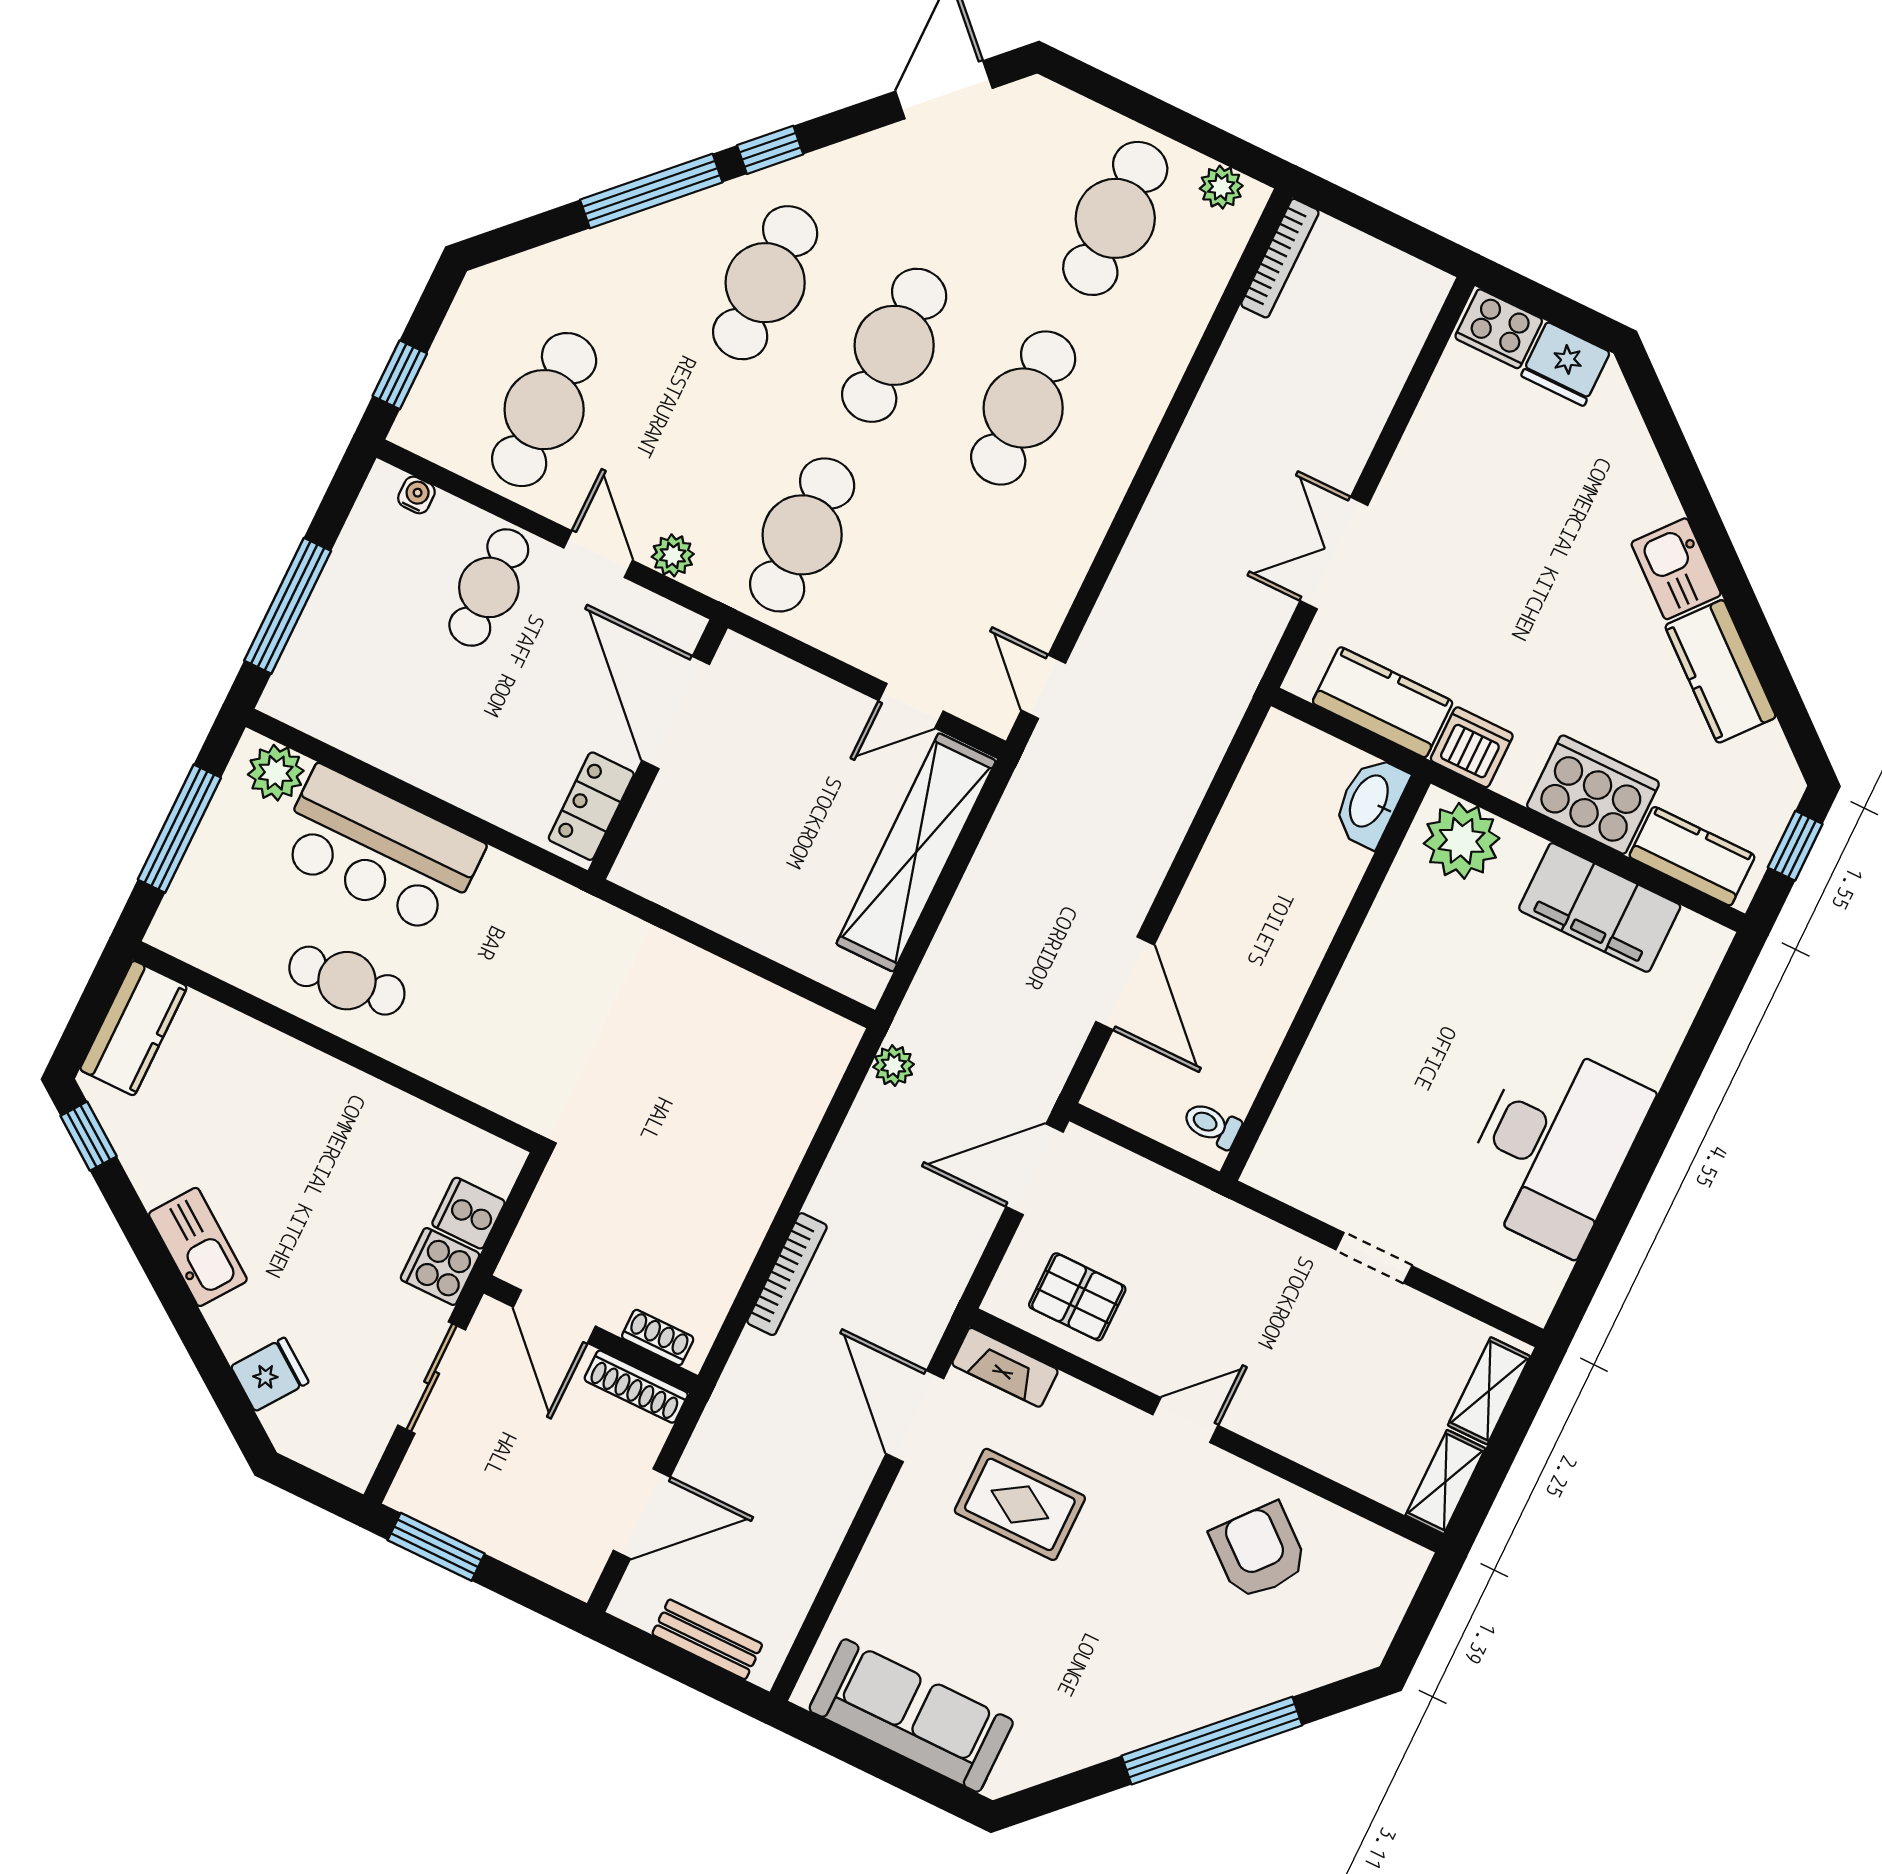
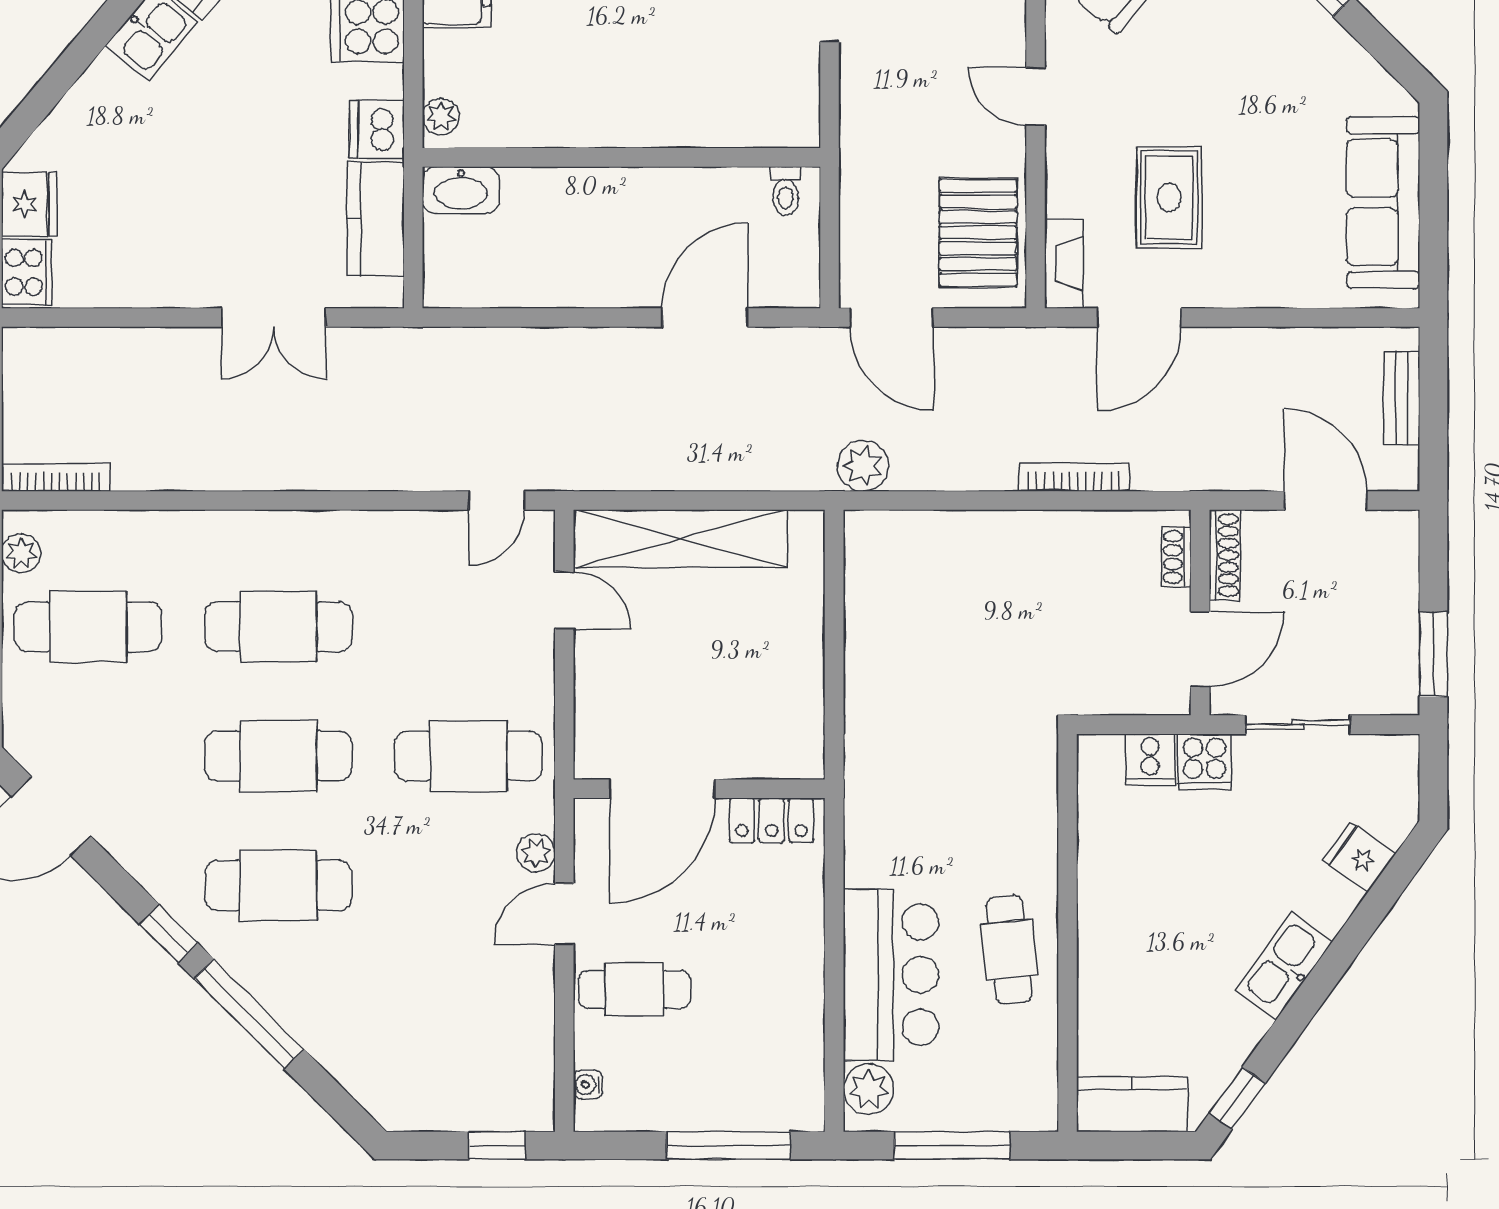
cafe table: (544, 410) -> (468, 1015), removed
plant: (1462, 841) -> (441, 117), width x0.53, depth x0.53
plant: (894, 1066) -> (863, 466), width x1.38, depth x1.38
pallet: (1077, 1297) -> (978, 233), width x1.50, depth x1.42

